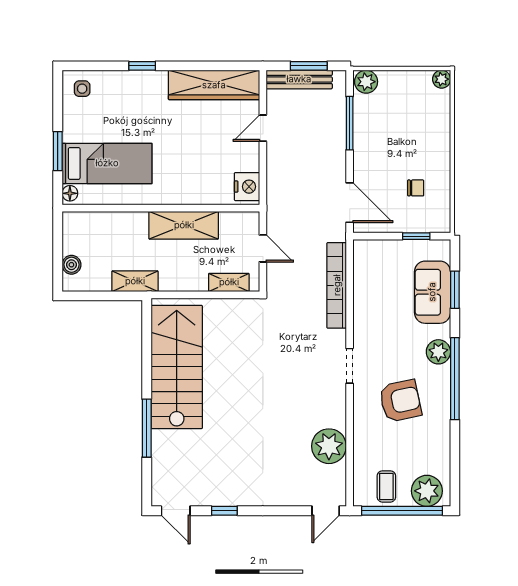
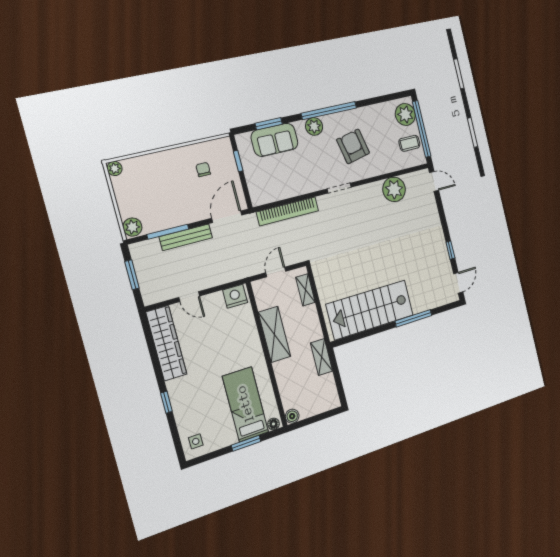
bench: (299, 79) -> (186, 237), moved, turned 90
boiler: (71, 265) -> (292, 416), moved

